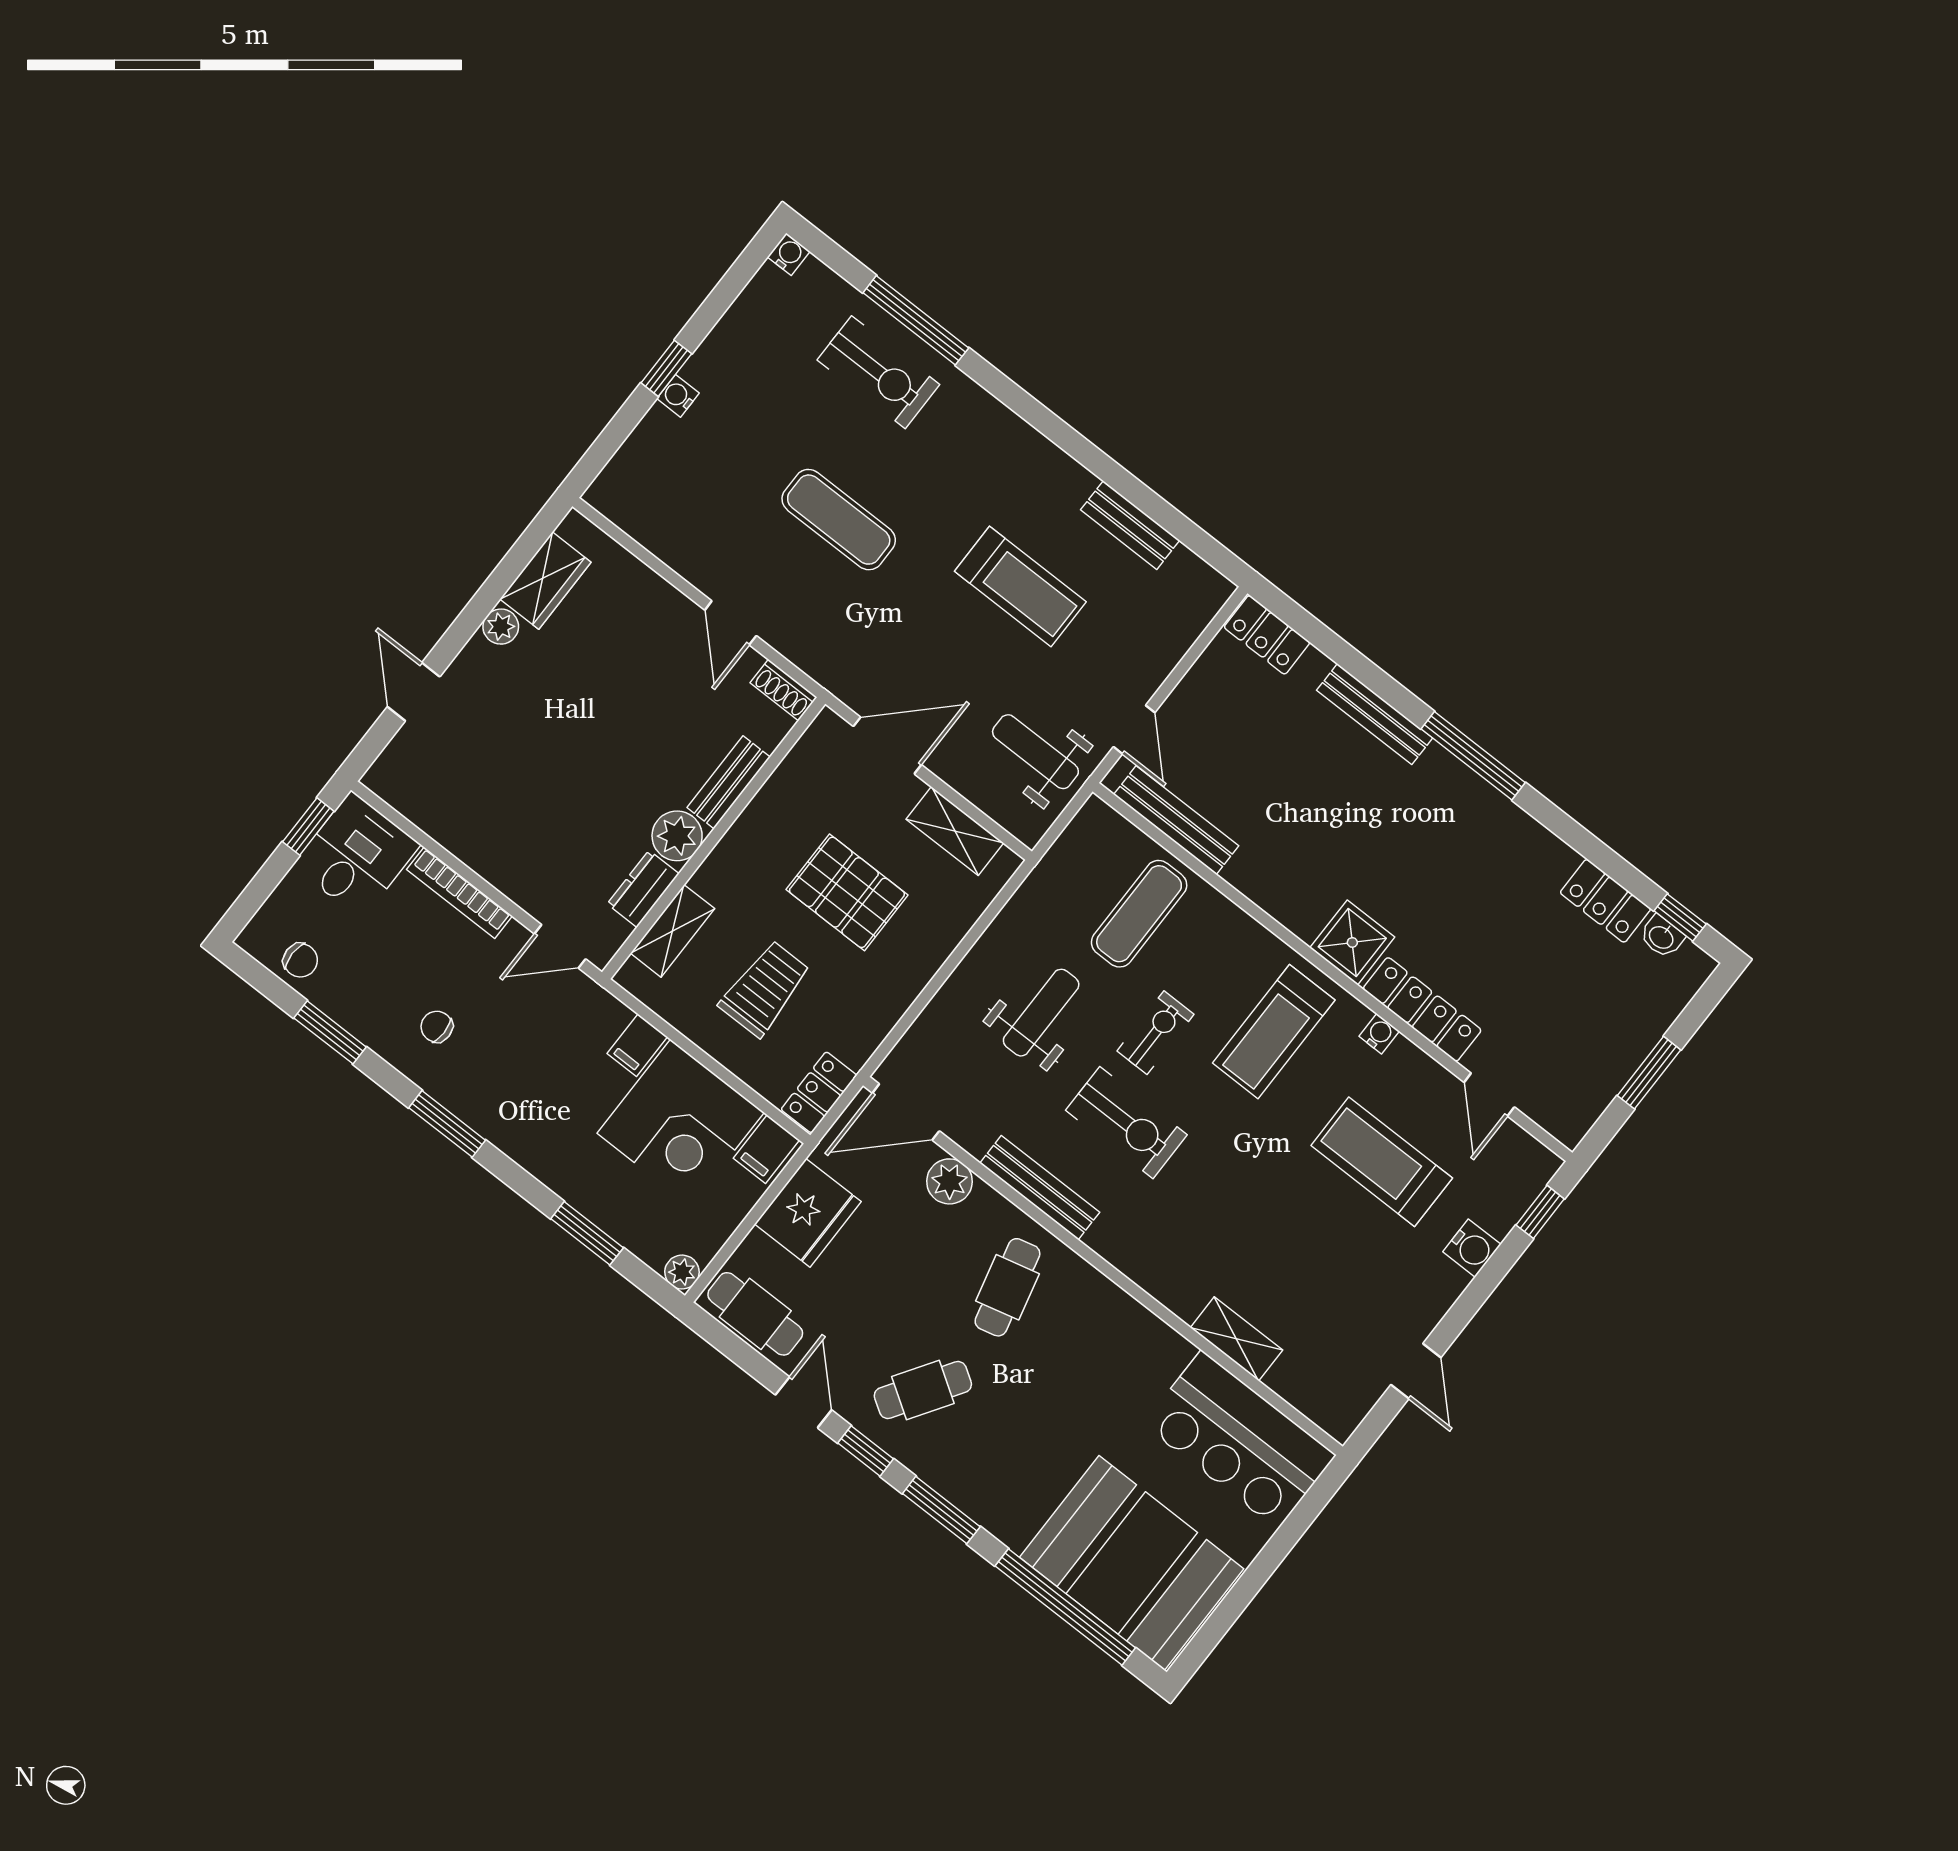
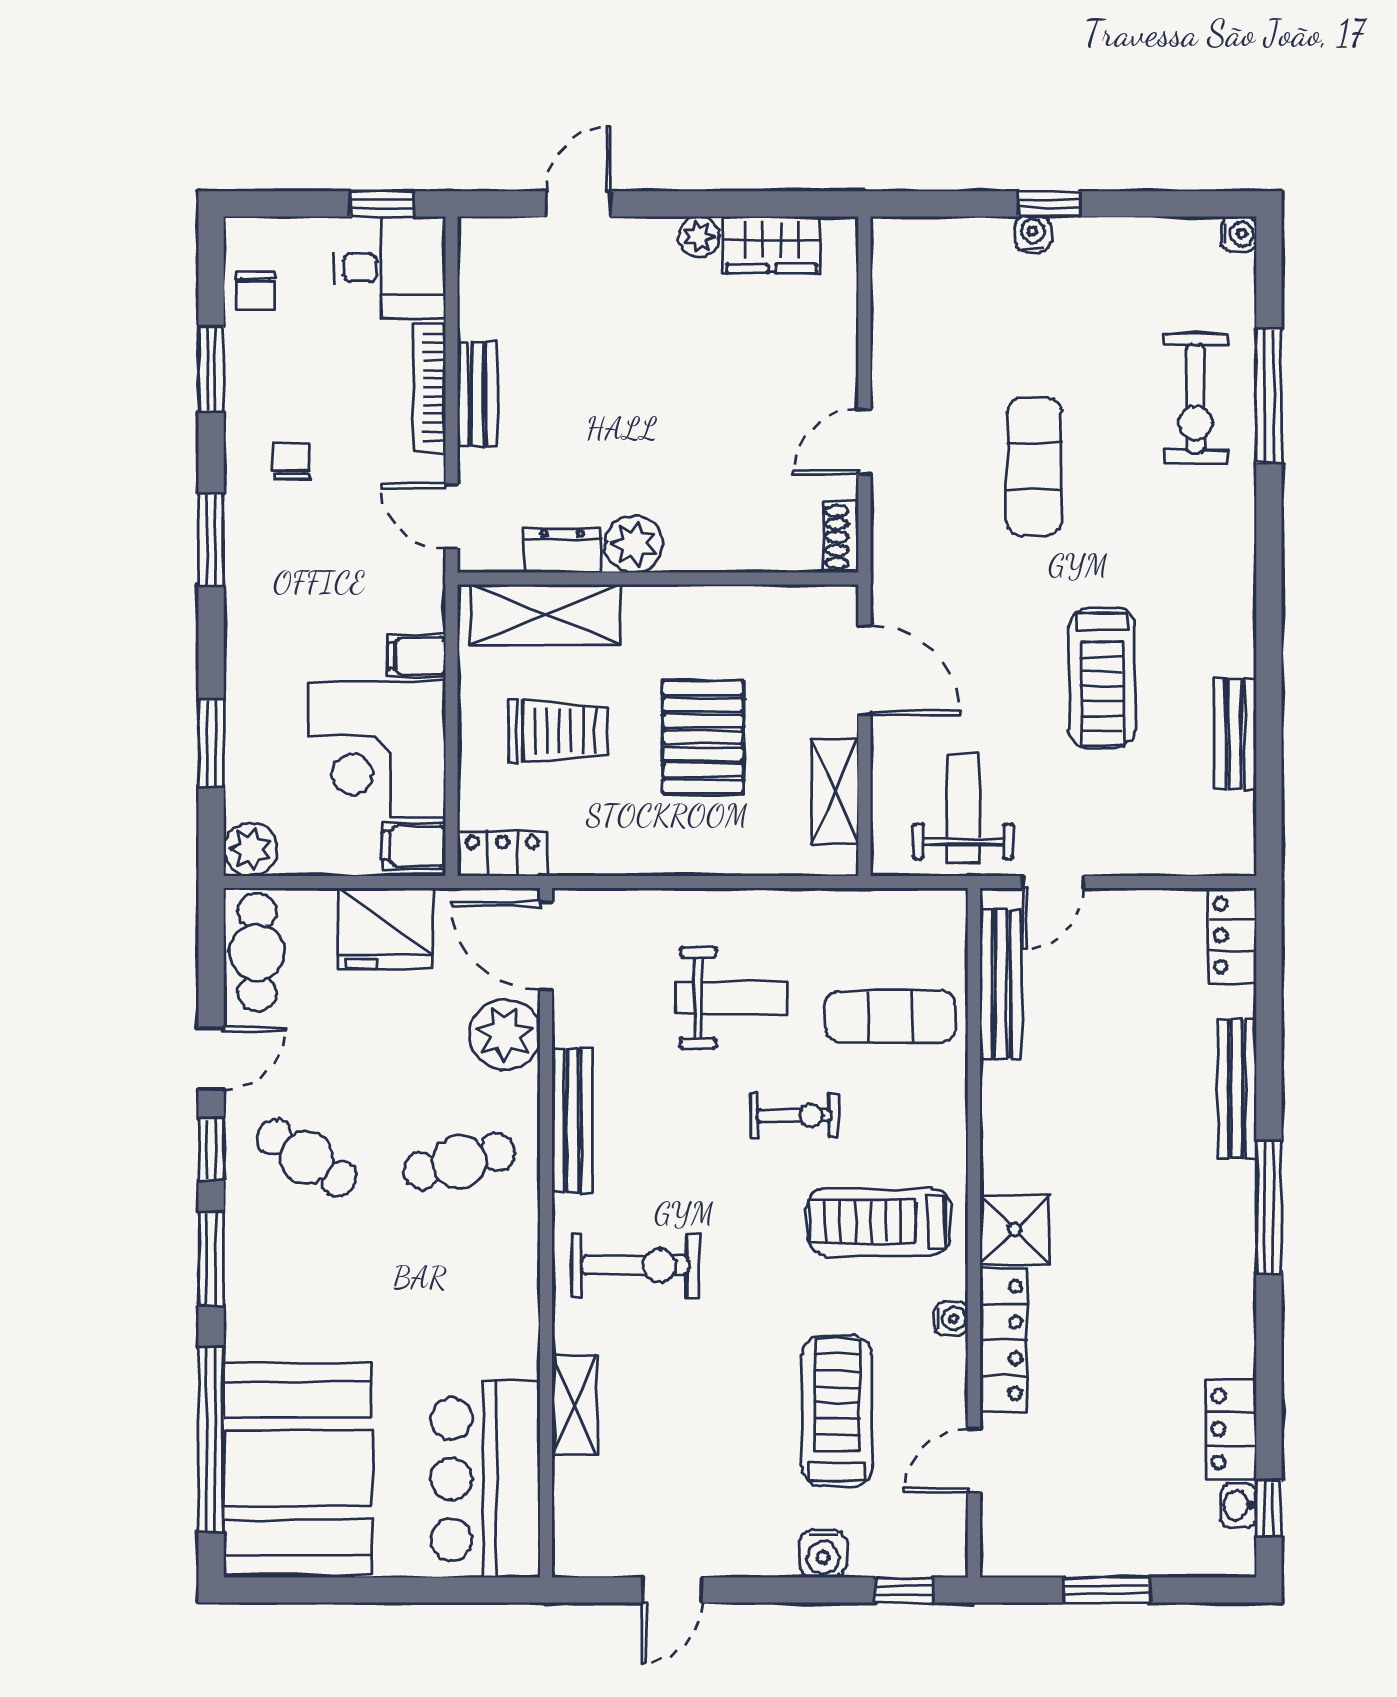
bench: (729, 782) -> (477, 394), moved, turned 90
shelving: (673, 931) -> (545, 614), width x1.50, depth x1.33
exercise bike: (1126, 1123) -> (635, 1265), moved, turned -90
plant: (949, 1181) -> (505, 1034), width x1.36, depth x1.36
plant: (682, 1272) -> (251, 849), width x1.38, depth x1.38

